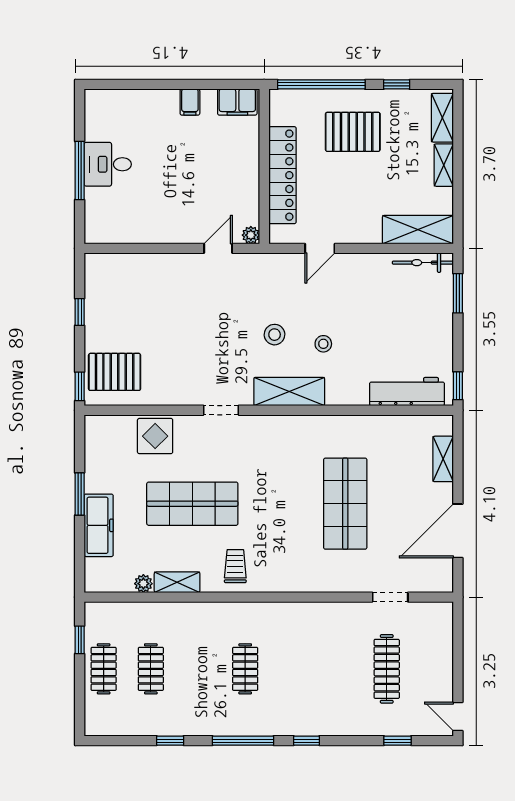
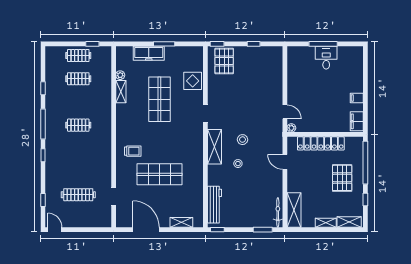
trolley: (235, 566) -> (133, 151), moved
door: (458, 716) -> (55, 230), hinge flipped

